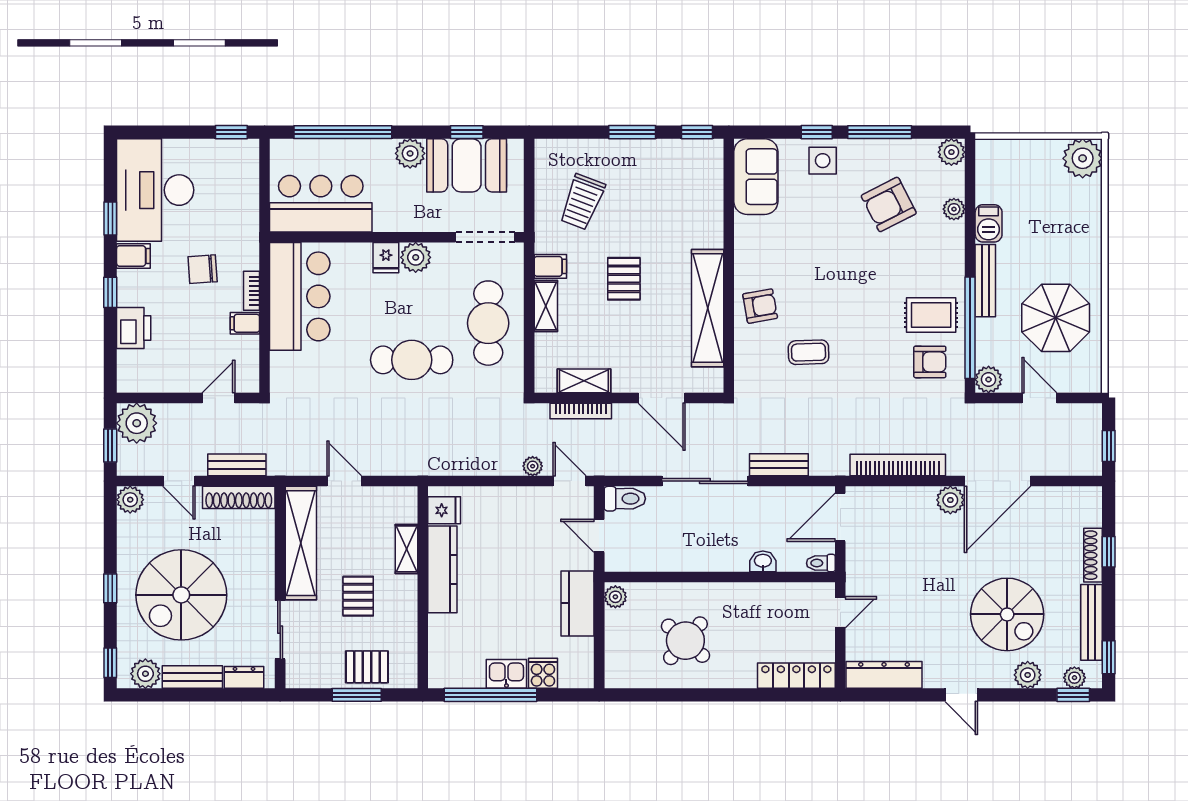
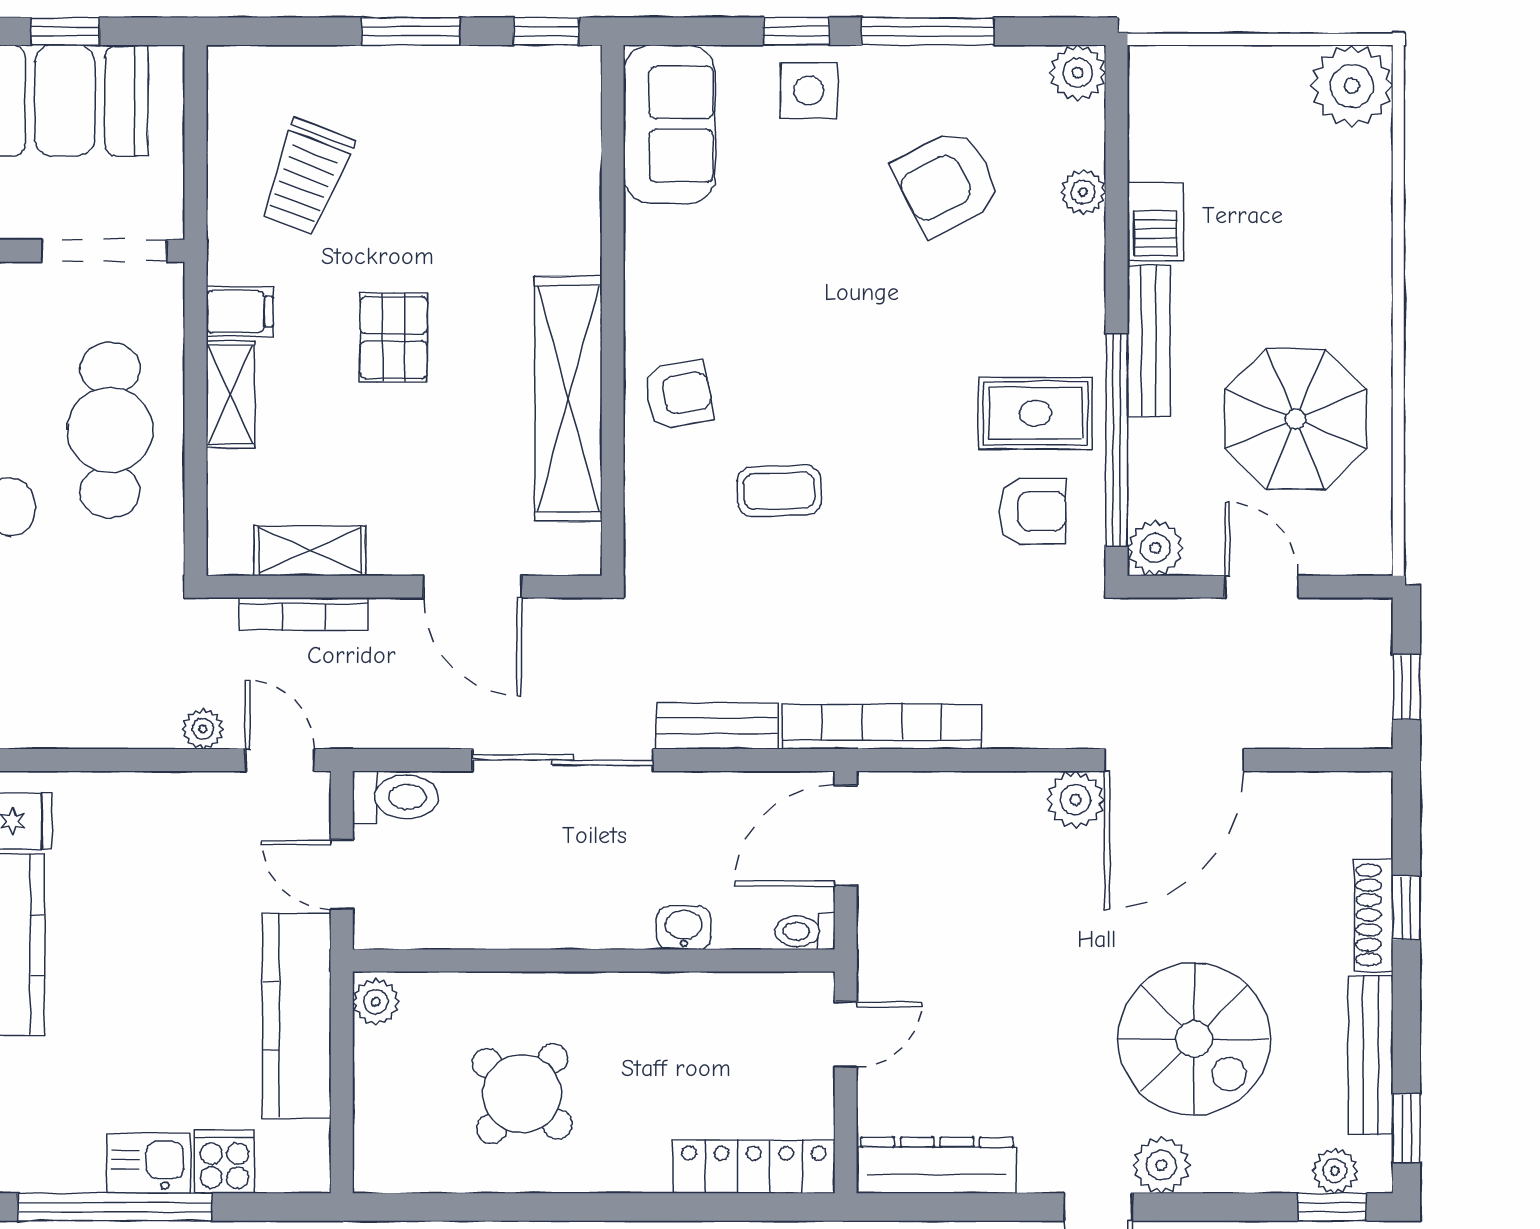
bookcase: (898, 465) -> (882, 727), moved
kitchen counter: (578, 603) -> (297, 1016), width x1.50
plant: (1028, 675) -> (1161, 1165), moved

